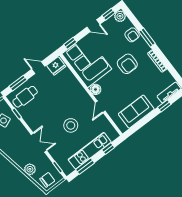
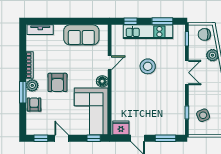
plant: (120, 16) -> (32, 85), moved
armchair: (127, 64) -> (57, 82), turned 180
cafe table: (25, 97) -> (168, 122), removed
window: (164, 106) -> (53, 21), removed
double door: (39, 143) -> (187, 73), swing flipped

